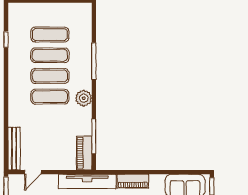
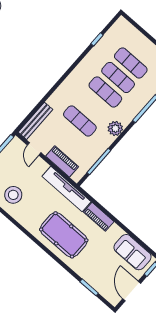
exercise mat: (50, 97) -> (80, 121), moved
piano: (84, 153) -> (62, 161), moved, turned 90
door: (33, 172) -> (34, 149), hinge flipped

